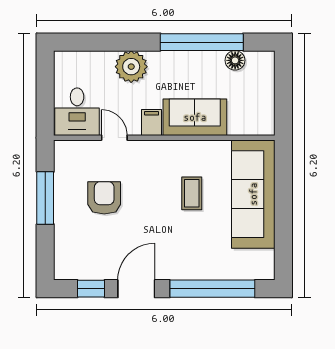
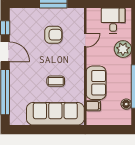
desk: (77, 112) -> (113, 21), moved, turned 90
filing cabinet: (152, 122) -> (93, 106), moved

